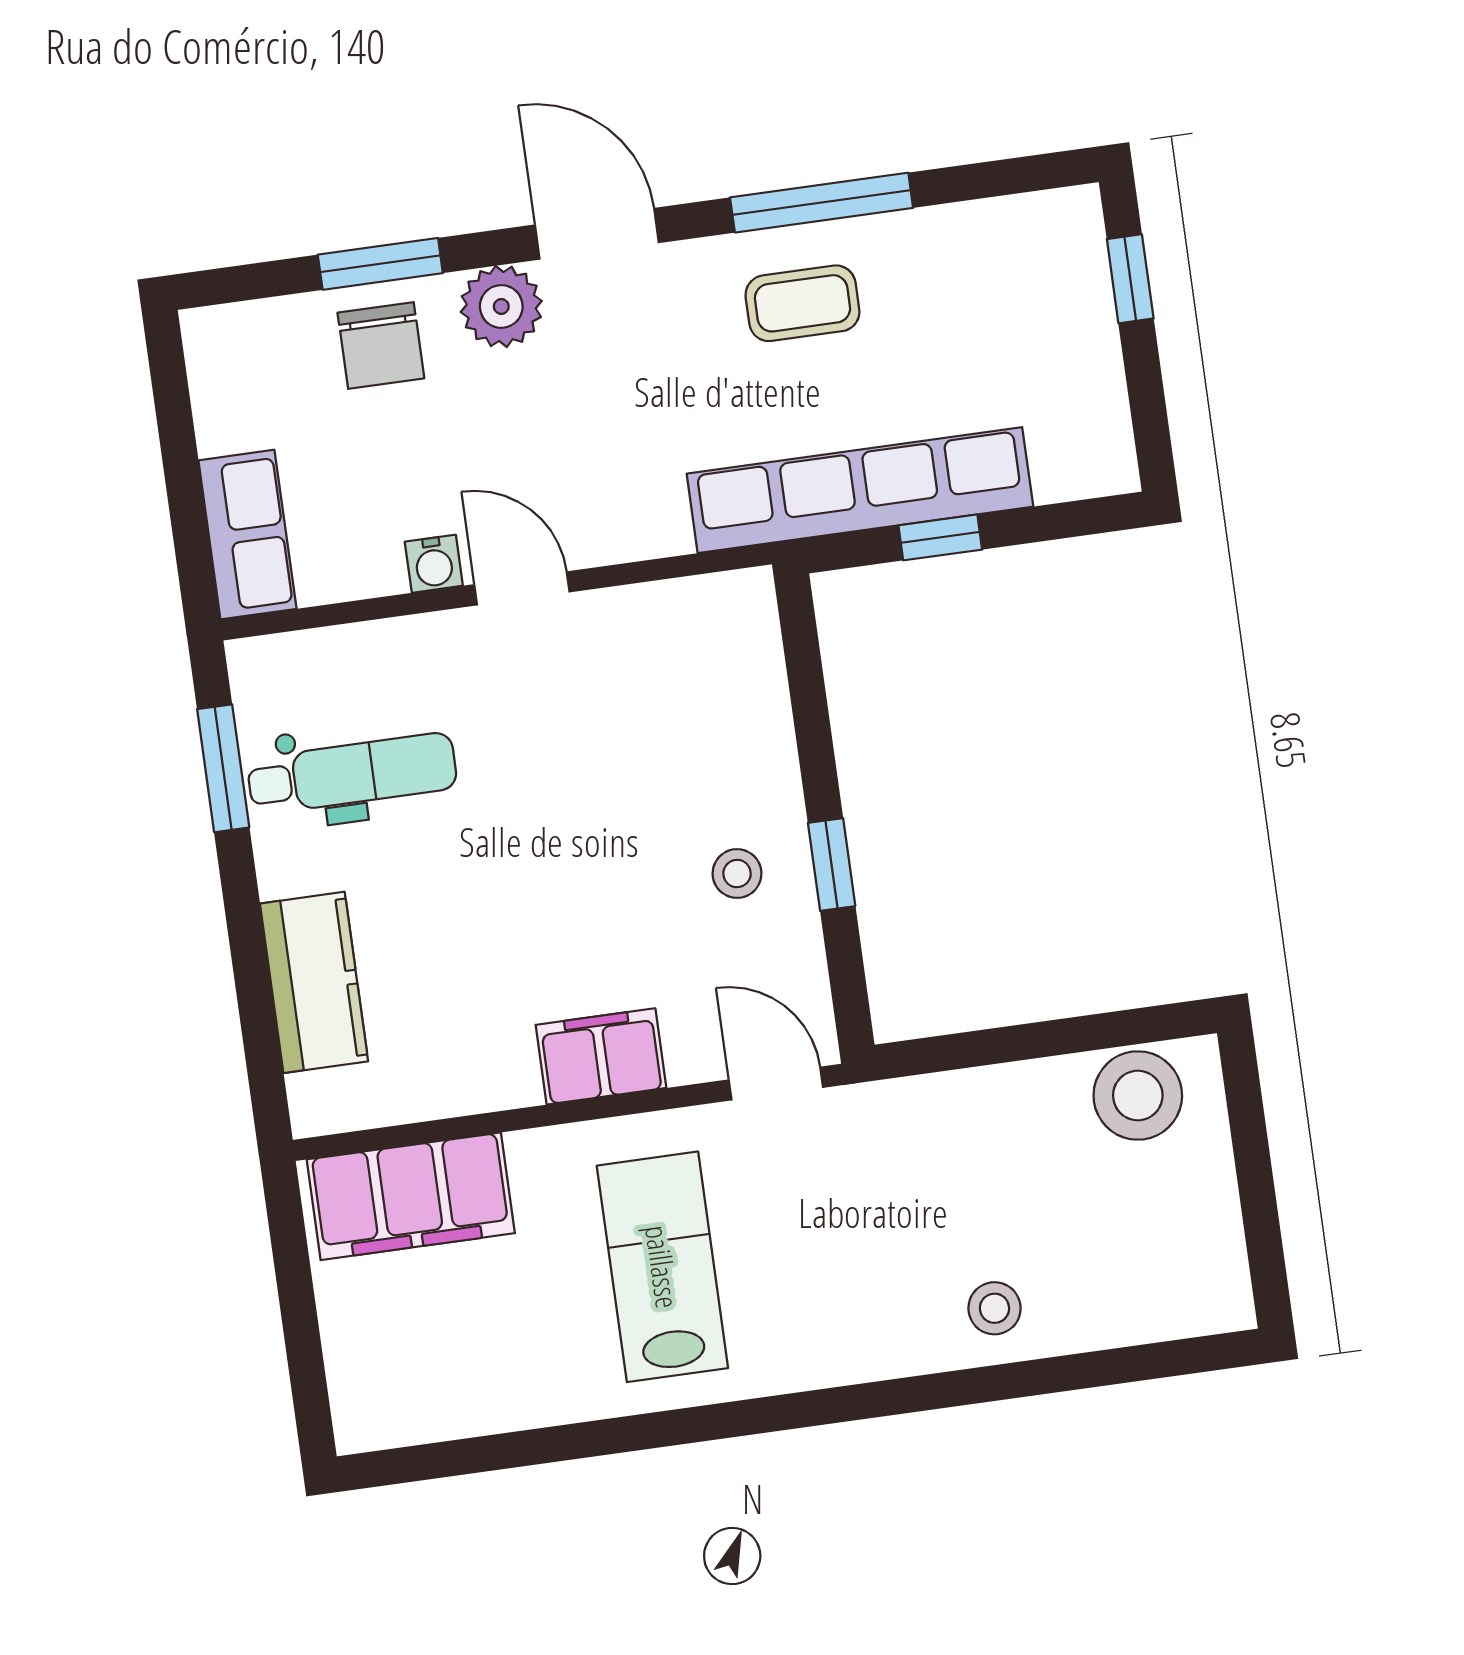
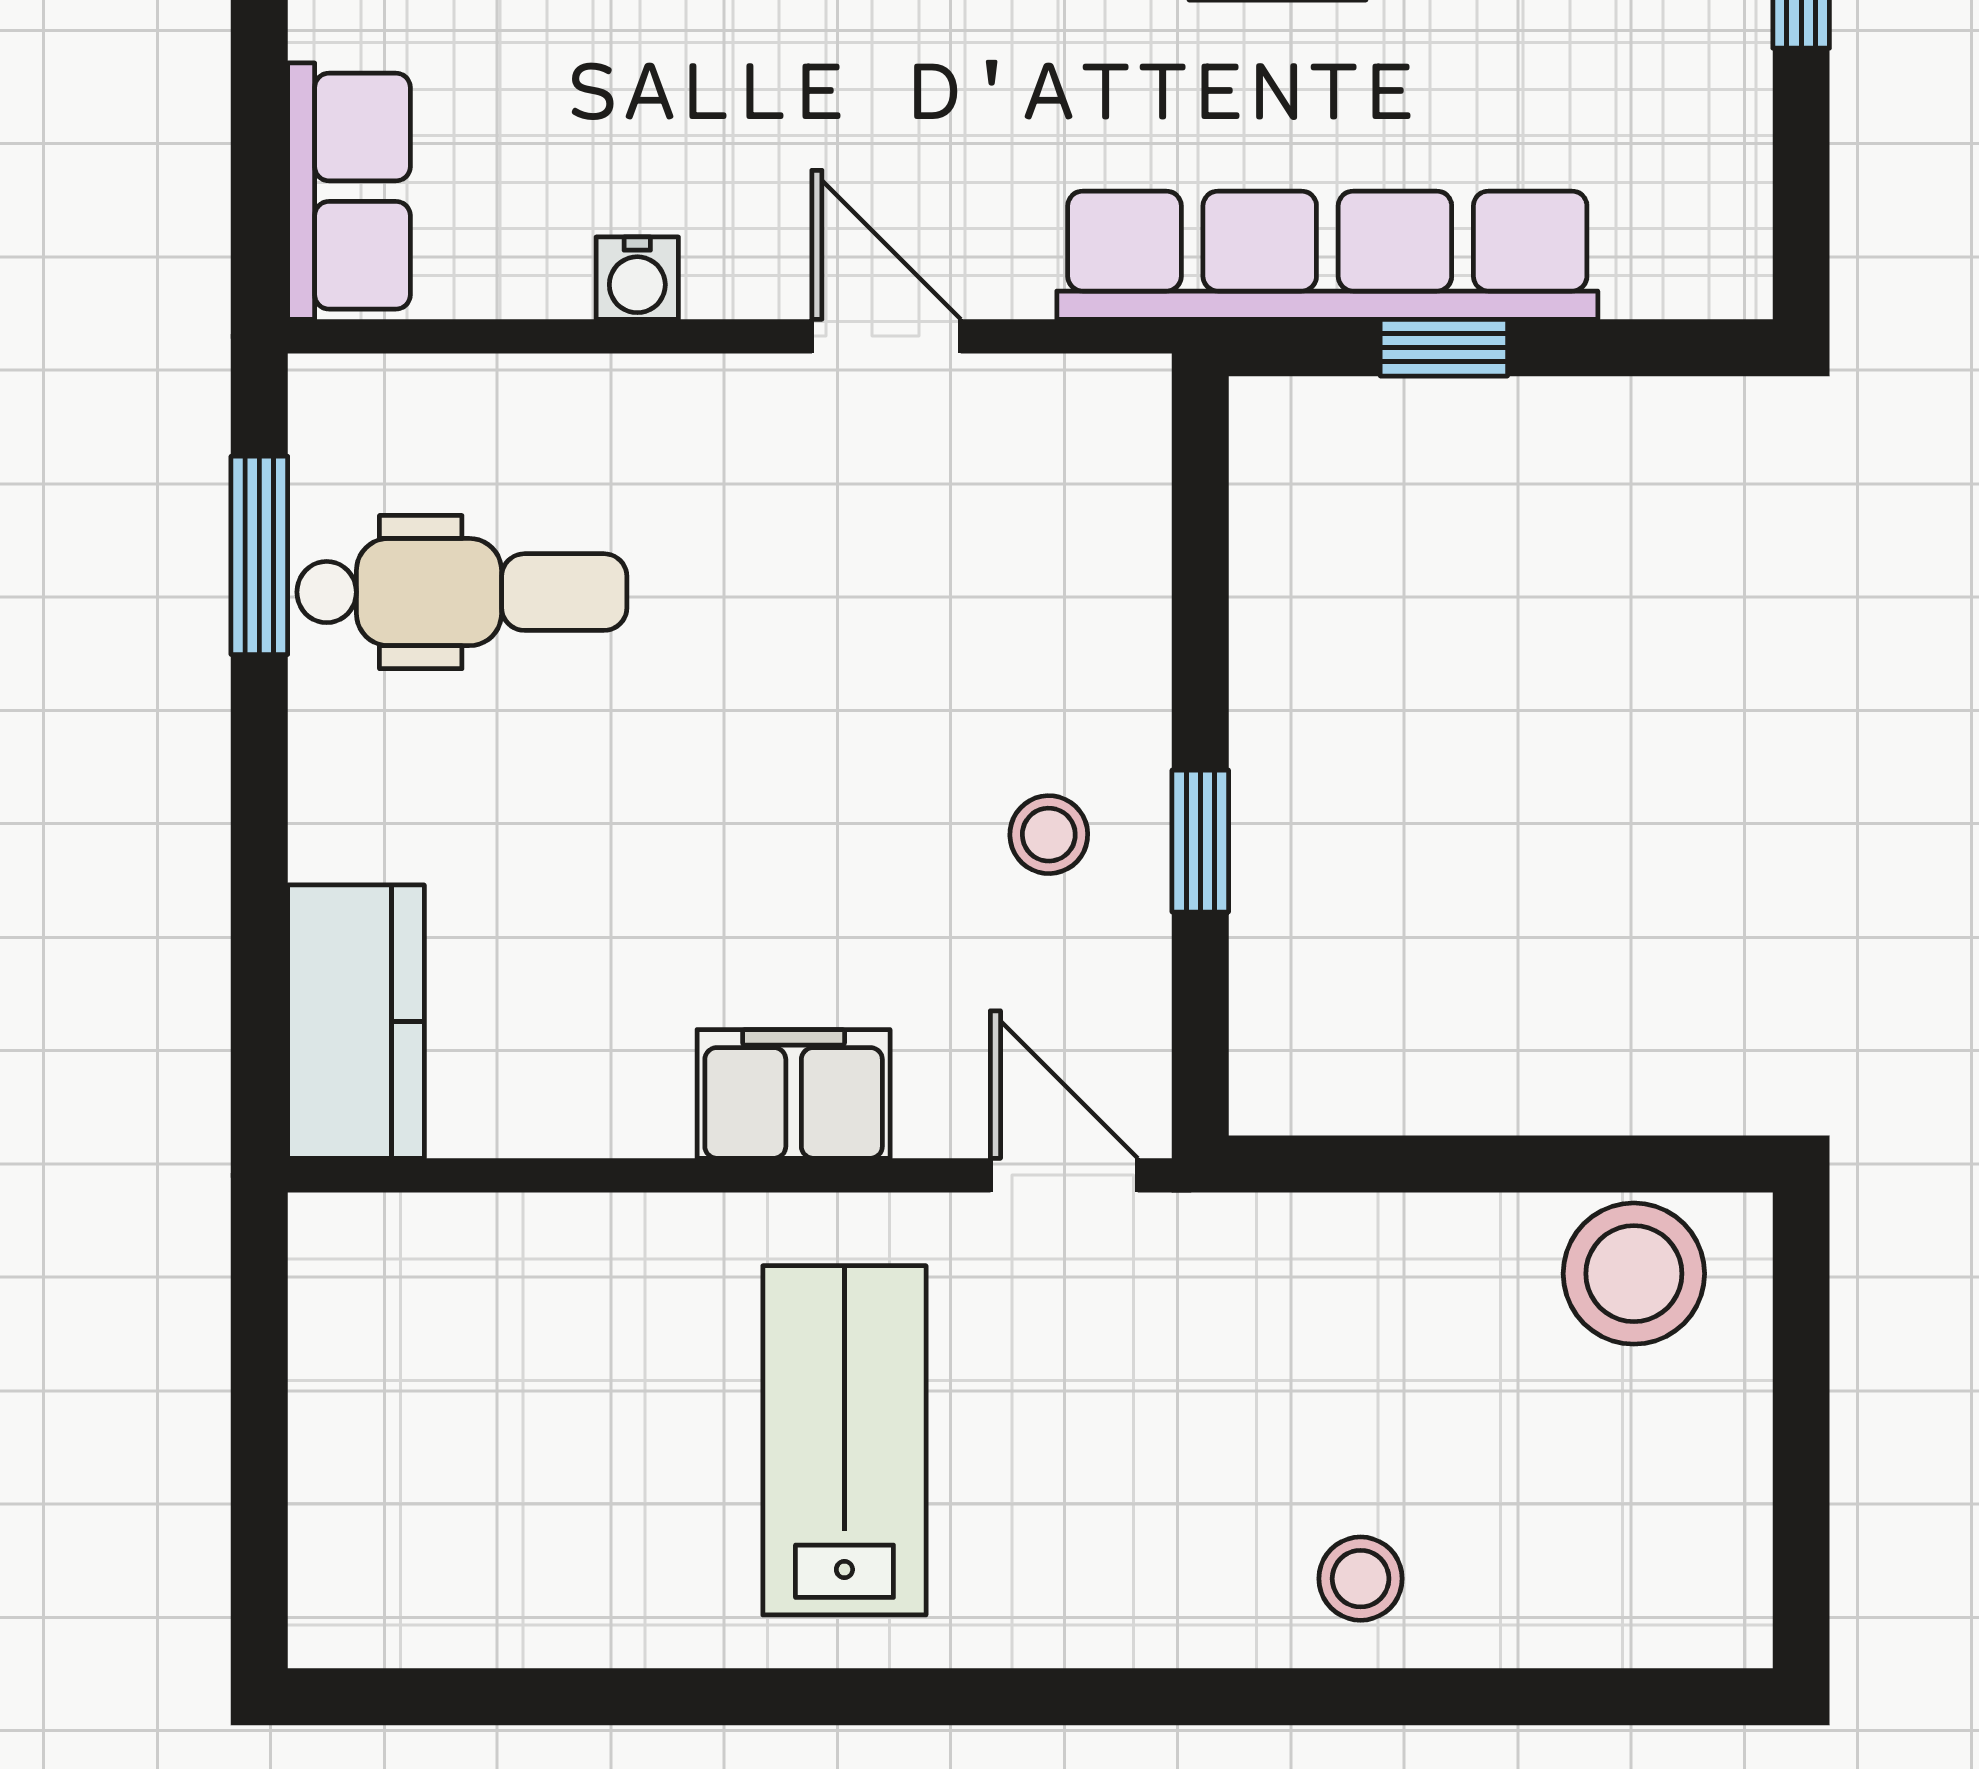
door: (522, 588) -> (886, 336), moved
kitchen counter: (314, 982) -> (356, 1022), moved
filing cabinet: (411, 1196) -> (462, 1273), removed

